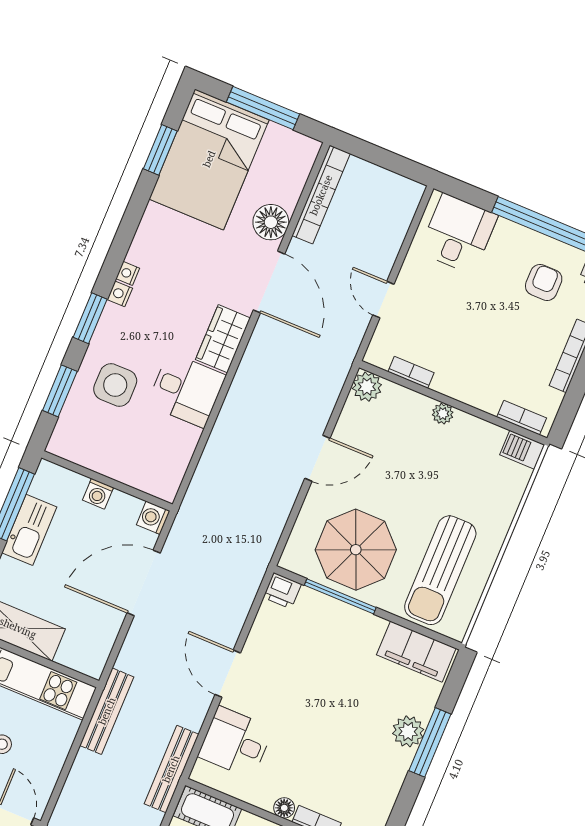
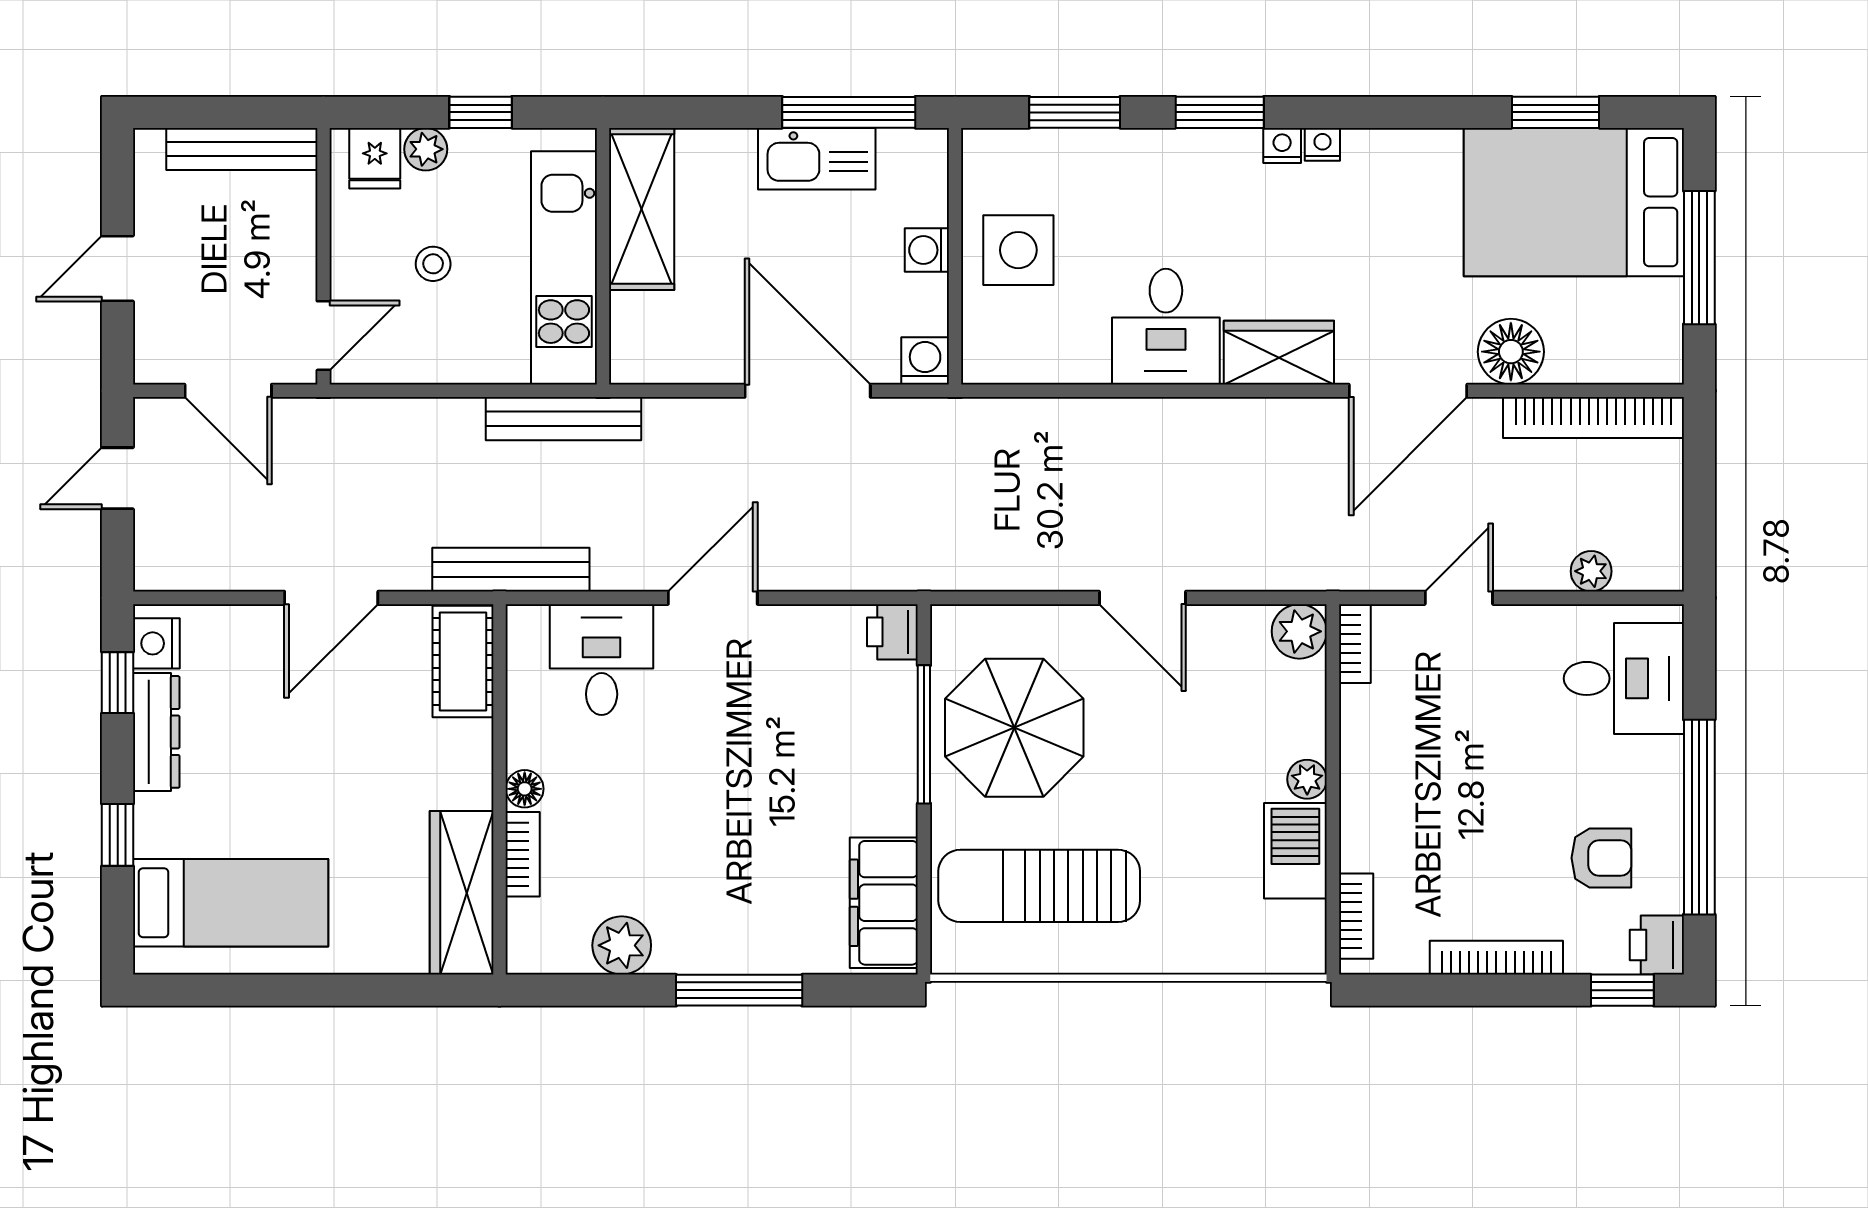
plant: (398, 228) -> (1591, 571), added
bookcase: (411, 372) -> (1355, 644), moved
side table: (115, 385) -> (1018, 250), moved
barbecue: (522, 450) -> (1295, 851), moved, width x1.38, depth x1.27
plant: (408, 731) -> (622, 945), moved

